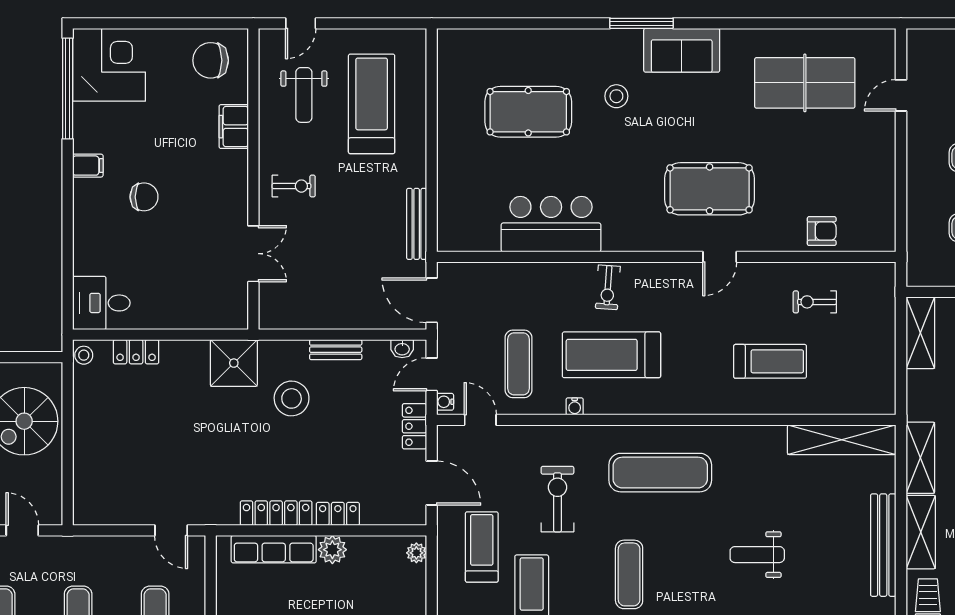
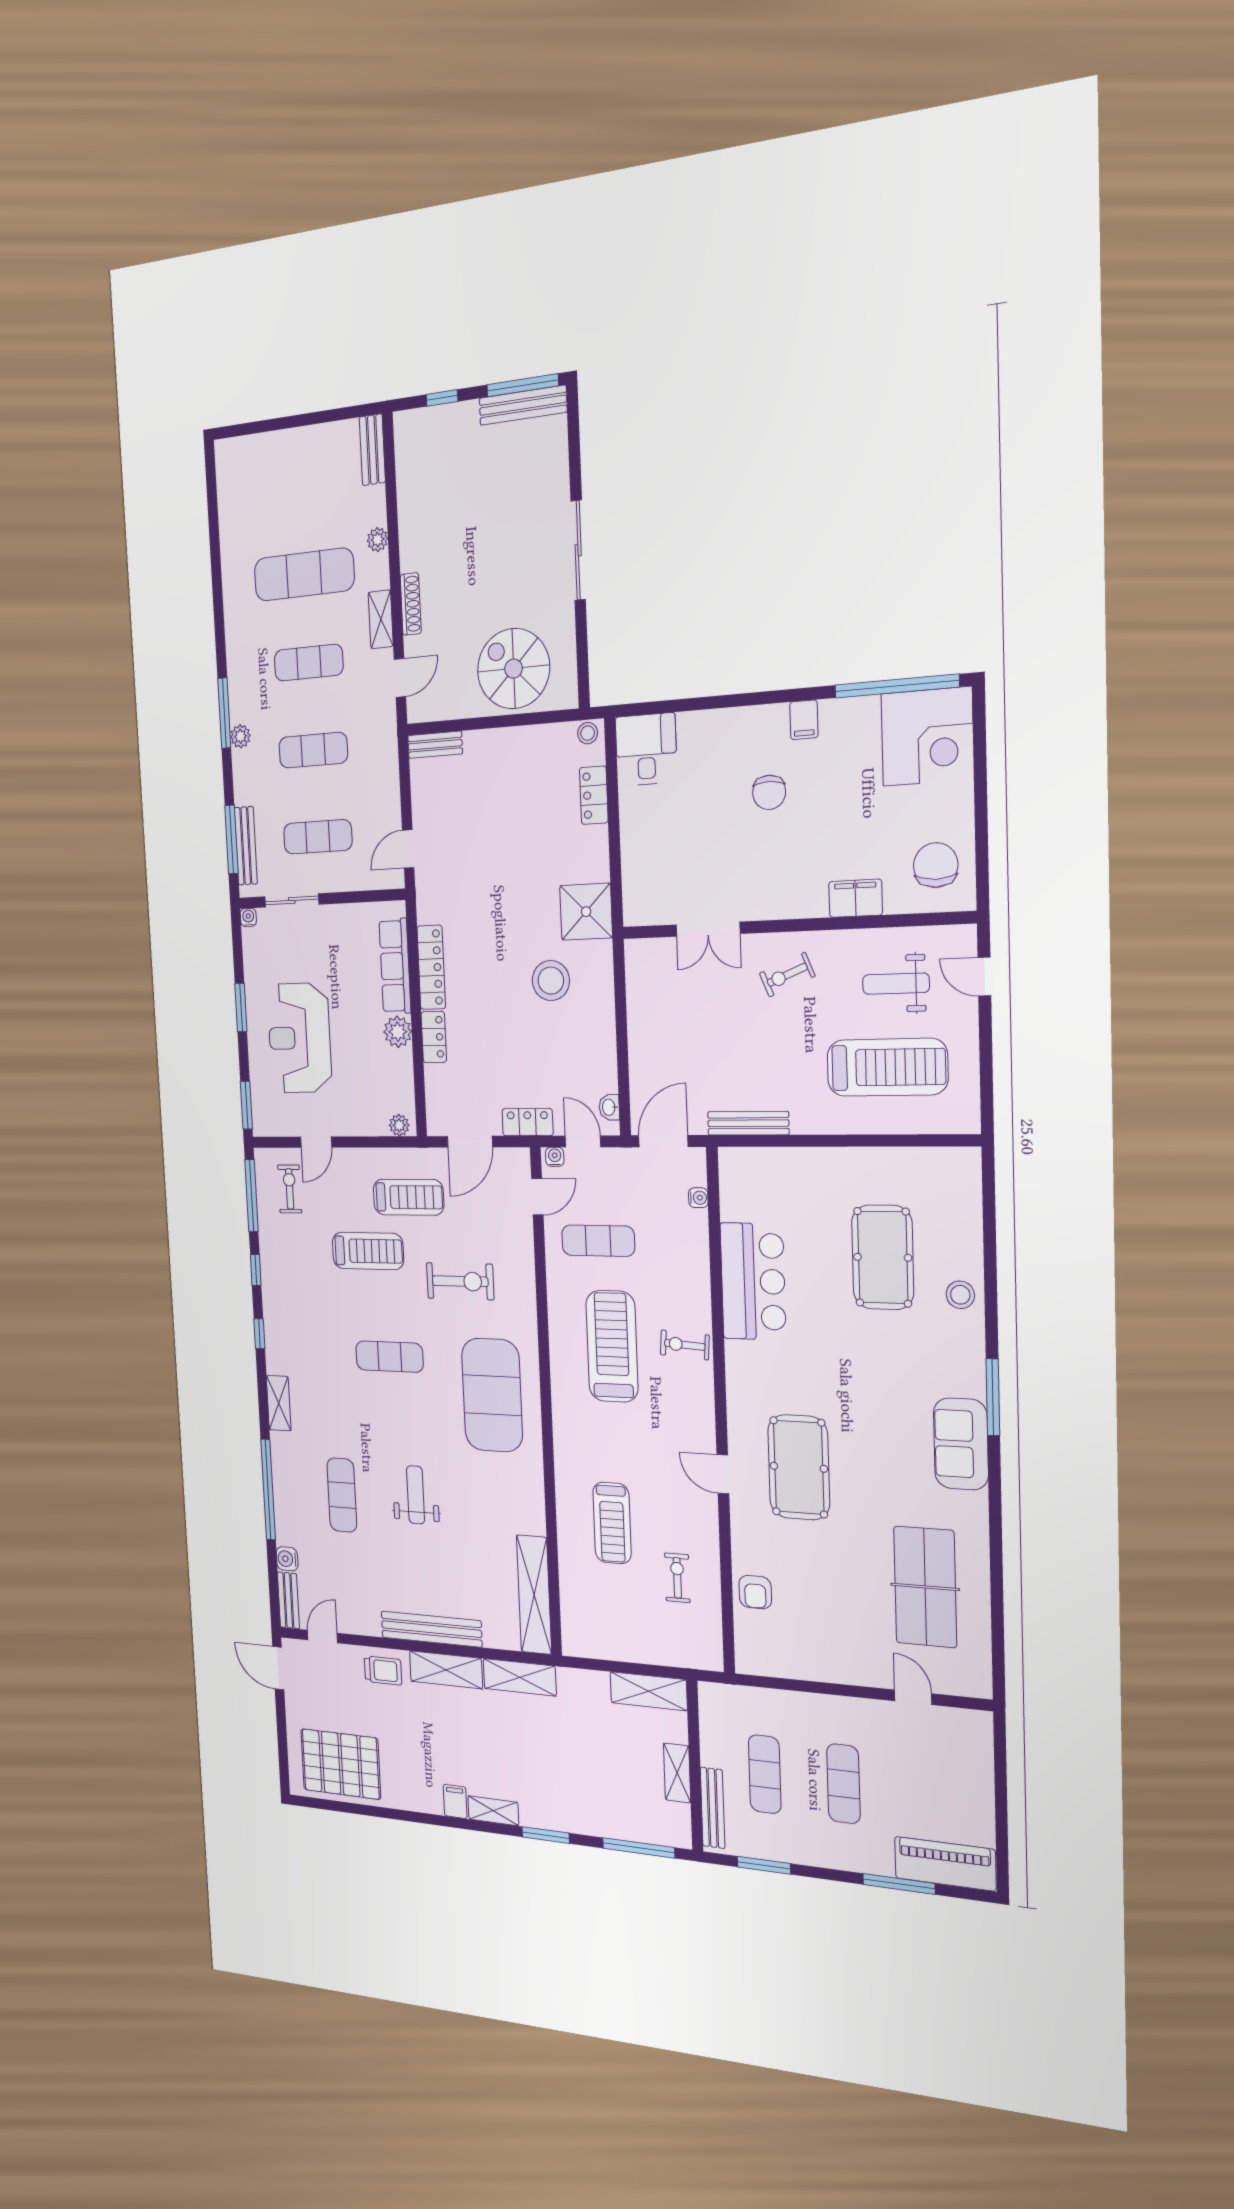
stool: (616, 96) -> (960, 1295), moved
exercise bike: (294, 186) -> (787, 975), turned 68
bench: (336, 350) -> (435, 745), moved, turned 90
water cooler: (575, 406) -> (698, 1198), moved, turned 180
exercise mat: (660, 473) -> (492, 1395), width x1.47

